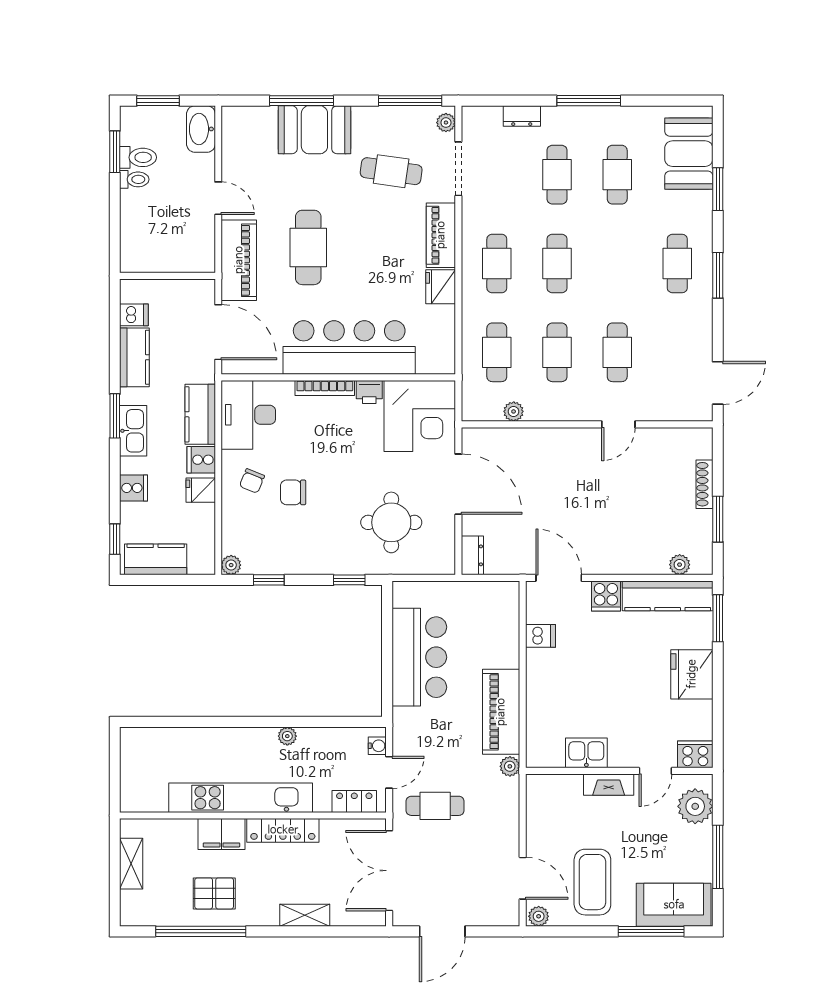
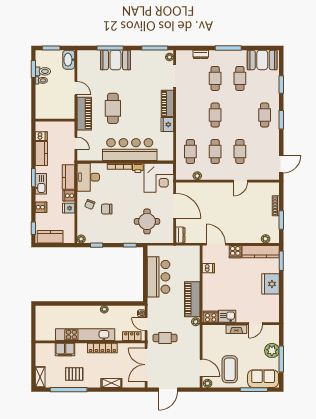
booth: (689, 154) -> (262, 60), moved, turned 90
cafe table: (391, 171) -> (147, 77), removed
cafe table: (497, 263) -> (190, 115), removed
door: (218, 332) -> (76, 143), width x0.53
cooker: (695, 754) -> (211, 317), moved
door: (389, 772) -> (146, 324), swing flipped
plant: (695, 806) -> (272, 351), moved
filing cabinet: (221, 834) -> (65, 350), moved
shelving: (131, 864) -> (40, 377), moved

